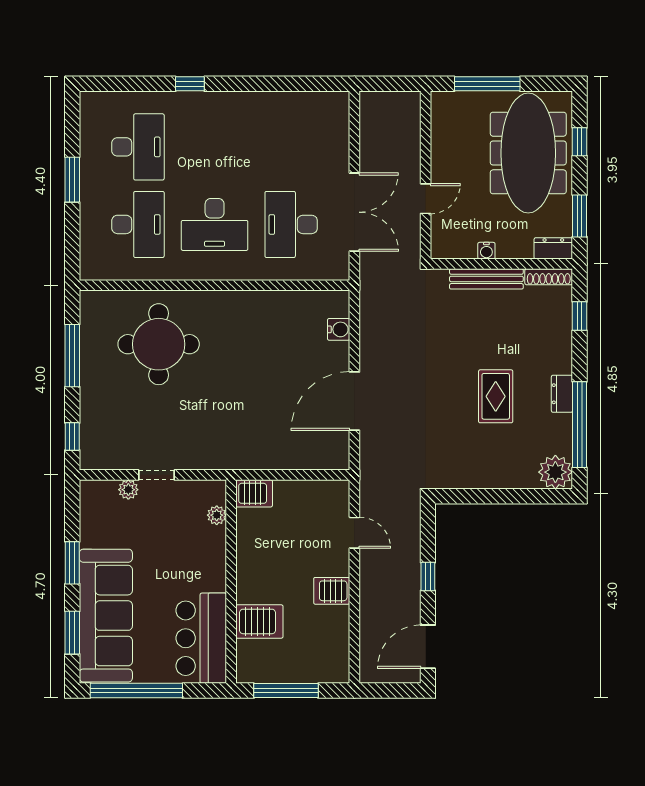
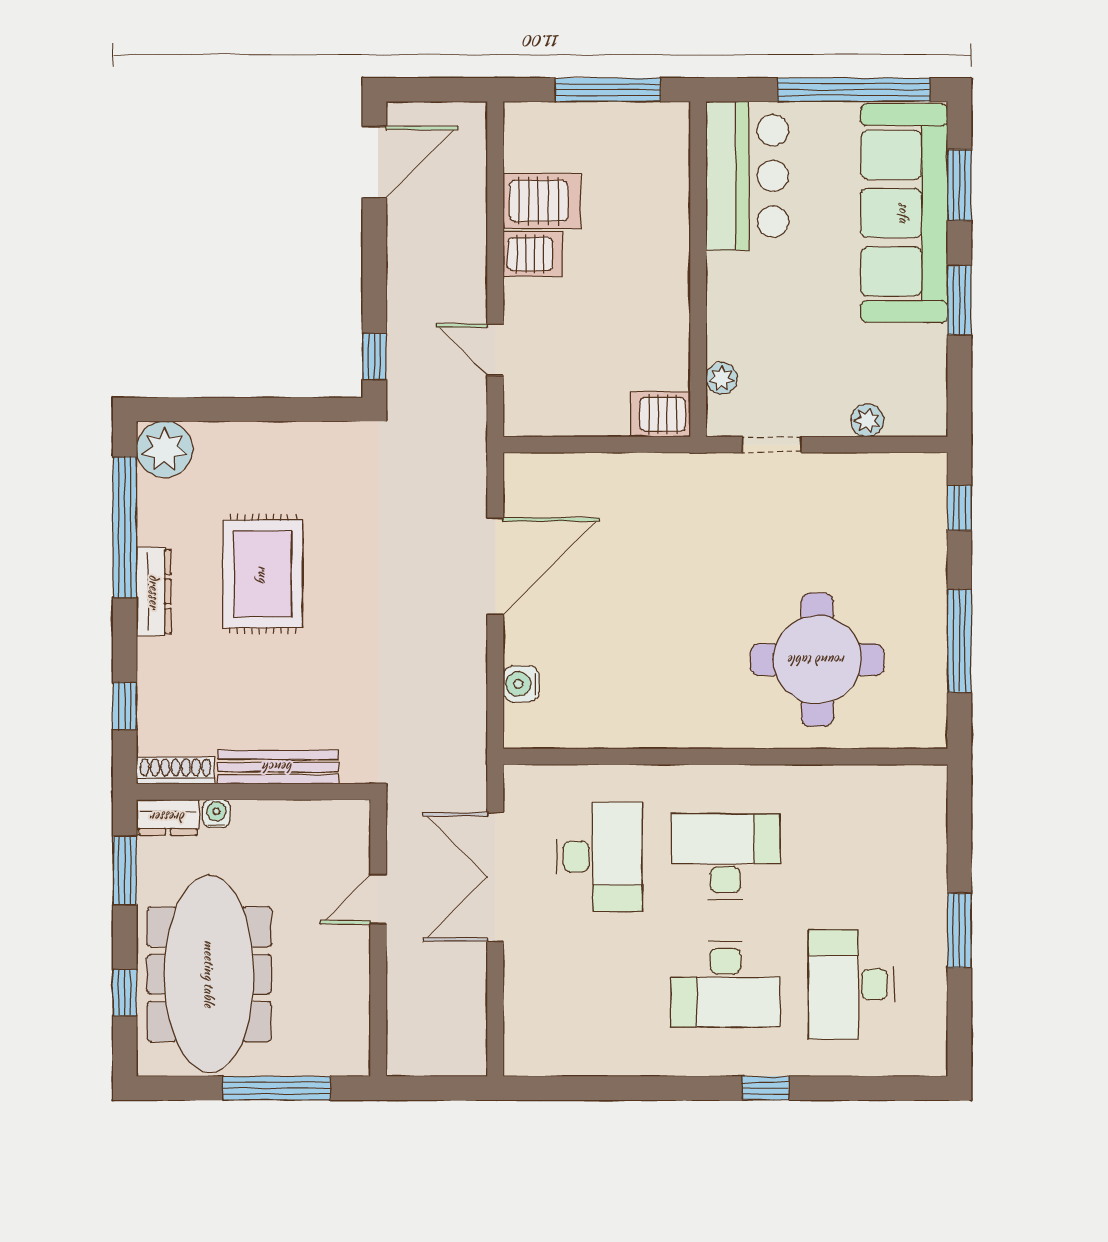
desk: (138, 224) -> (725, 984), moved, turned -90
water cooler: (486, 251) -> (216, 813), moved
dresser: (562, 394) -> (154, 592), width x1.44
rug: (496, 396) -> (263, 574), width x1.36, depth x1.43
doorway: (156, 475) -> (772, 445), moved
window: (428, 576) -> (374, 357), moved
server rack: (259, 621) -> (542, 201), moved, turned 180

